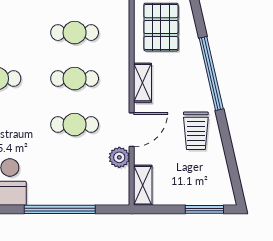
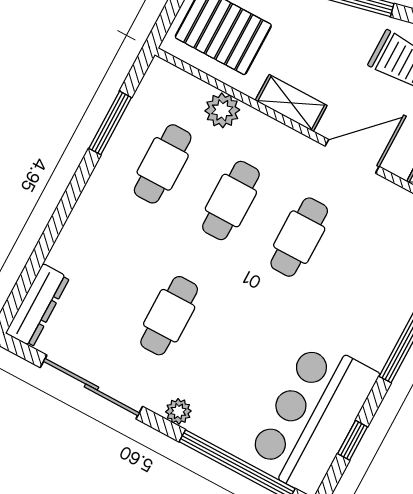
door: (132, 130) -> (352, 156), hinge flipped
plant: (119, 157) -> (222, 110), moved

